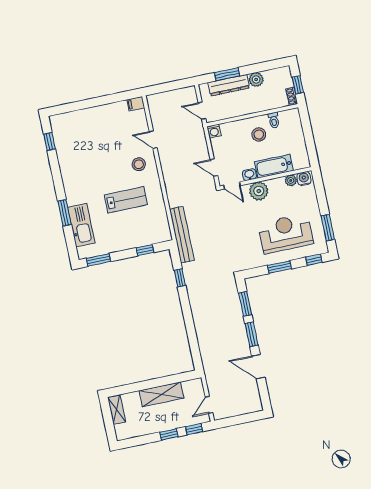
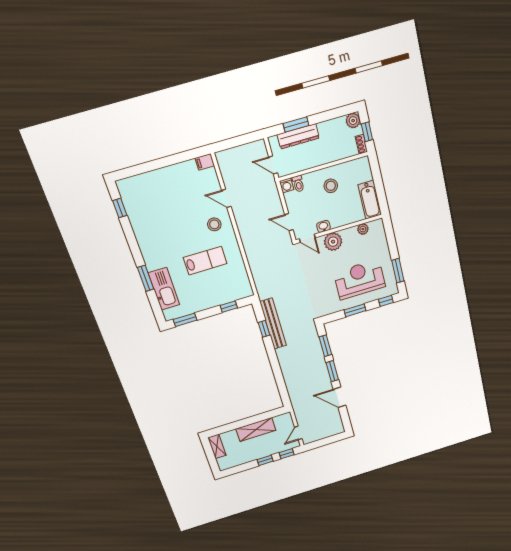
plant: (256, 79) -> (353, 121), moved
toilet: (274, 120) -> (298, 184), moved
bathtub: (274, 166) -> (370, 200), moved, turned -90
water cooler: (304, 179) -> (375, 226), removed
bench: (182, 235) -> (273, 324), moved

